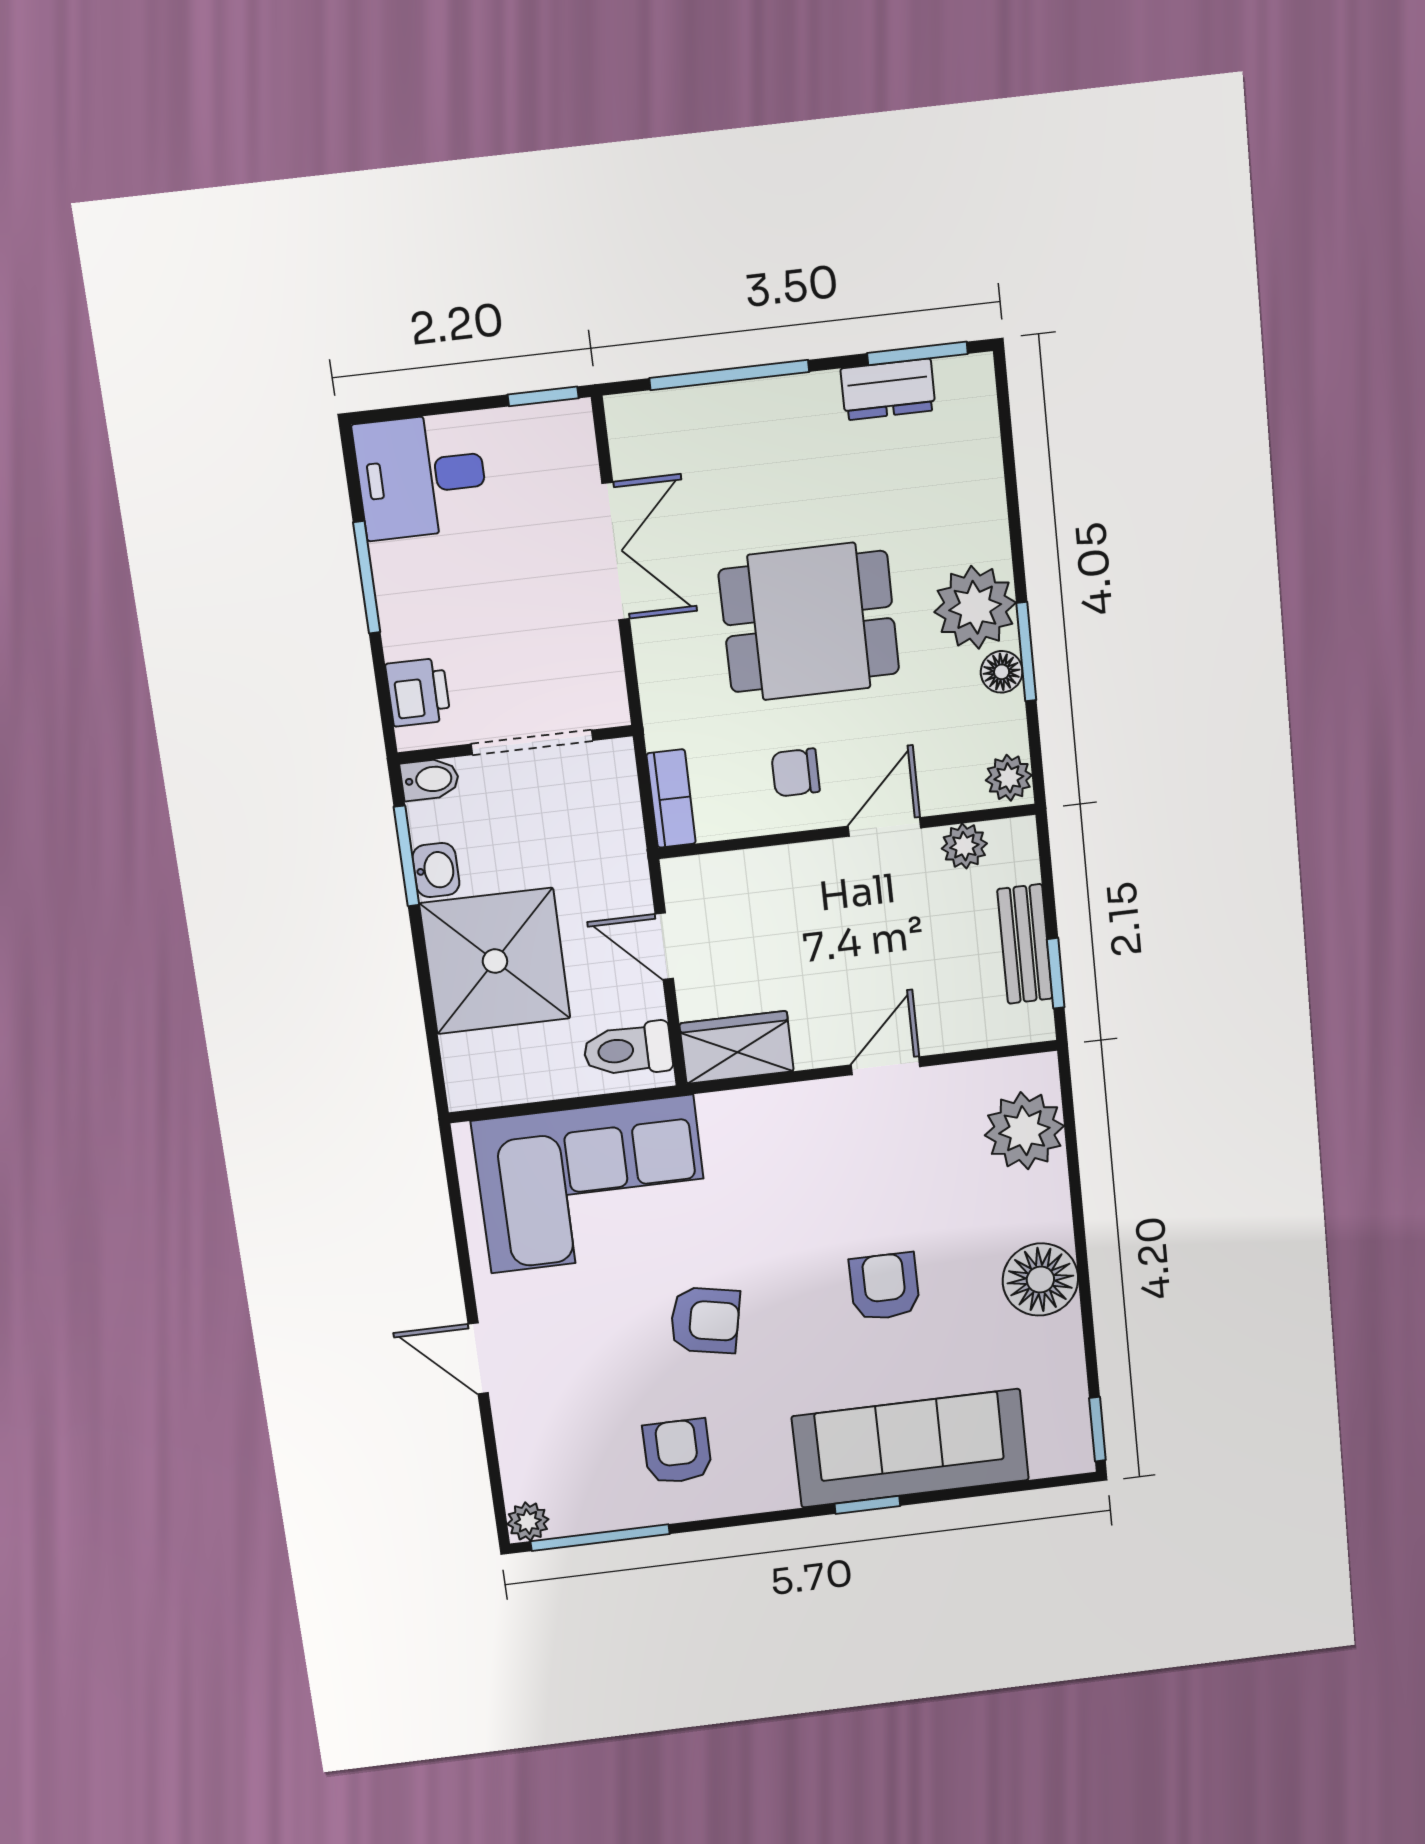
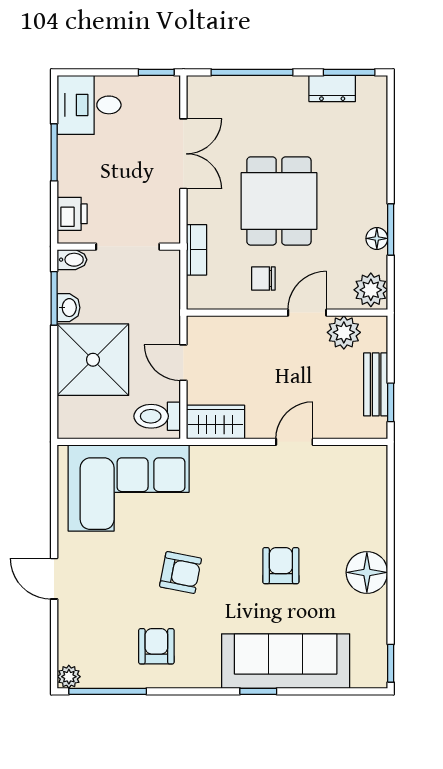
plant: (975, 607) -> (366, 204), removed
dining table: (809, 622) -> (279, 201), turned 90
plant: (1009, 778) -> (371, 290), width x1.38, depth x1.38
bookcase: (671, 799) -> (197, 250), moved
plant: (964, 846) -> (344, 332), width x1.38, depth x1.38
plant: (1024, 1131) -> (366, 487), removed

